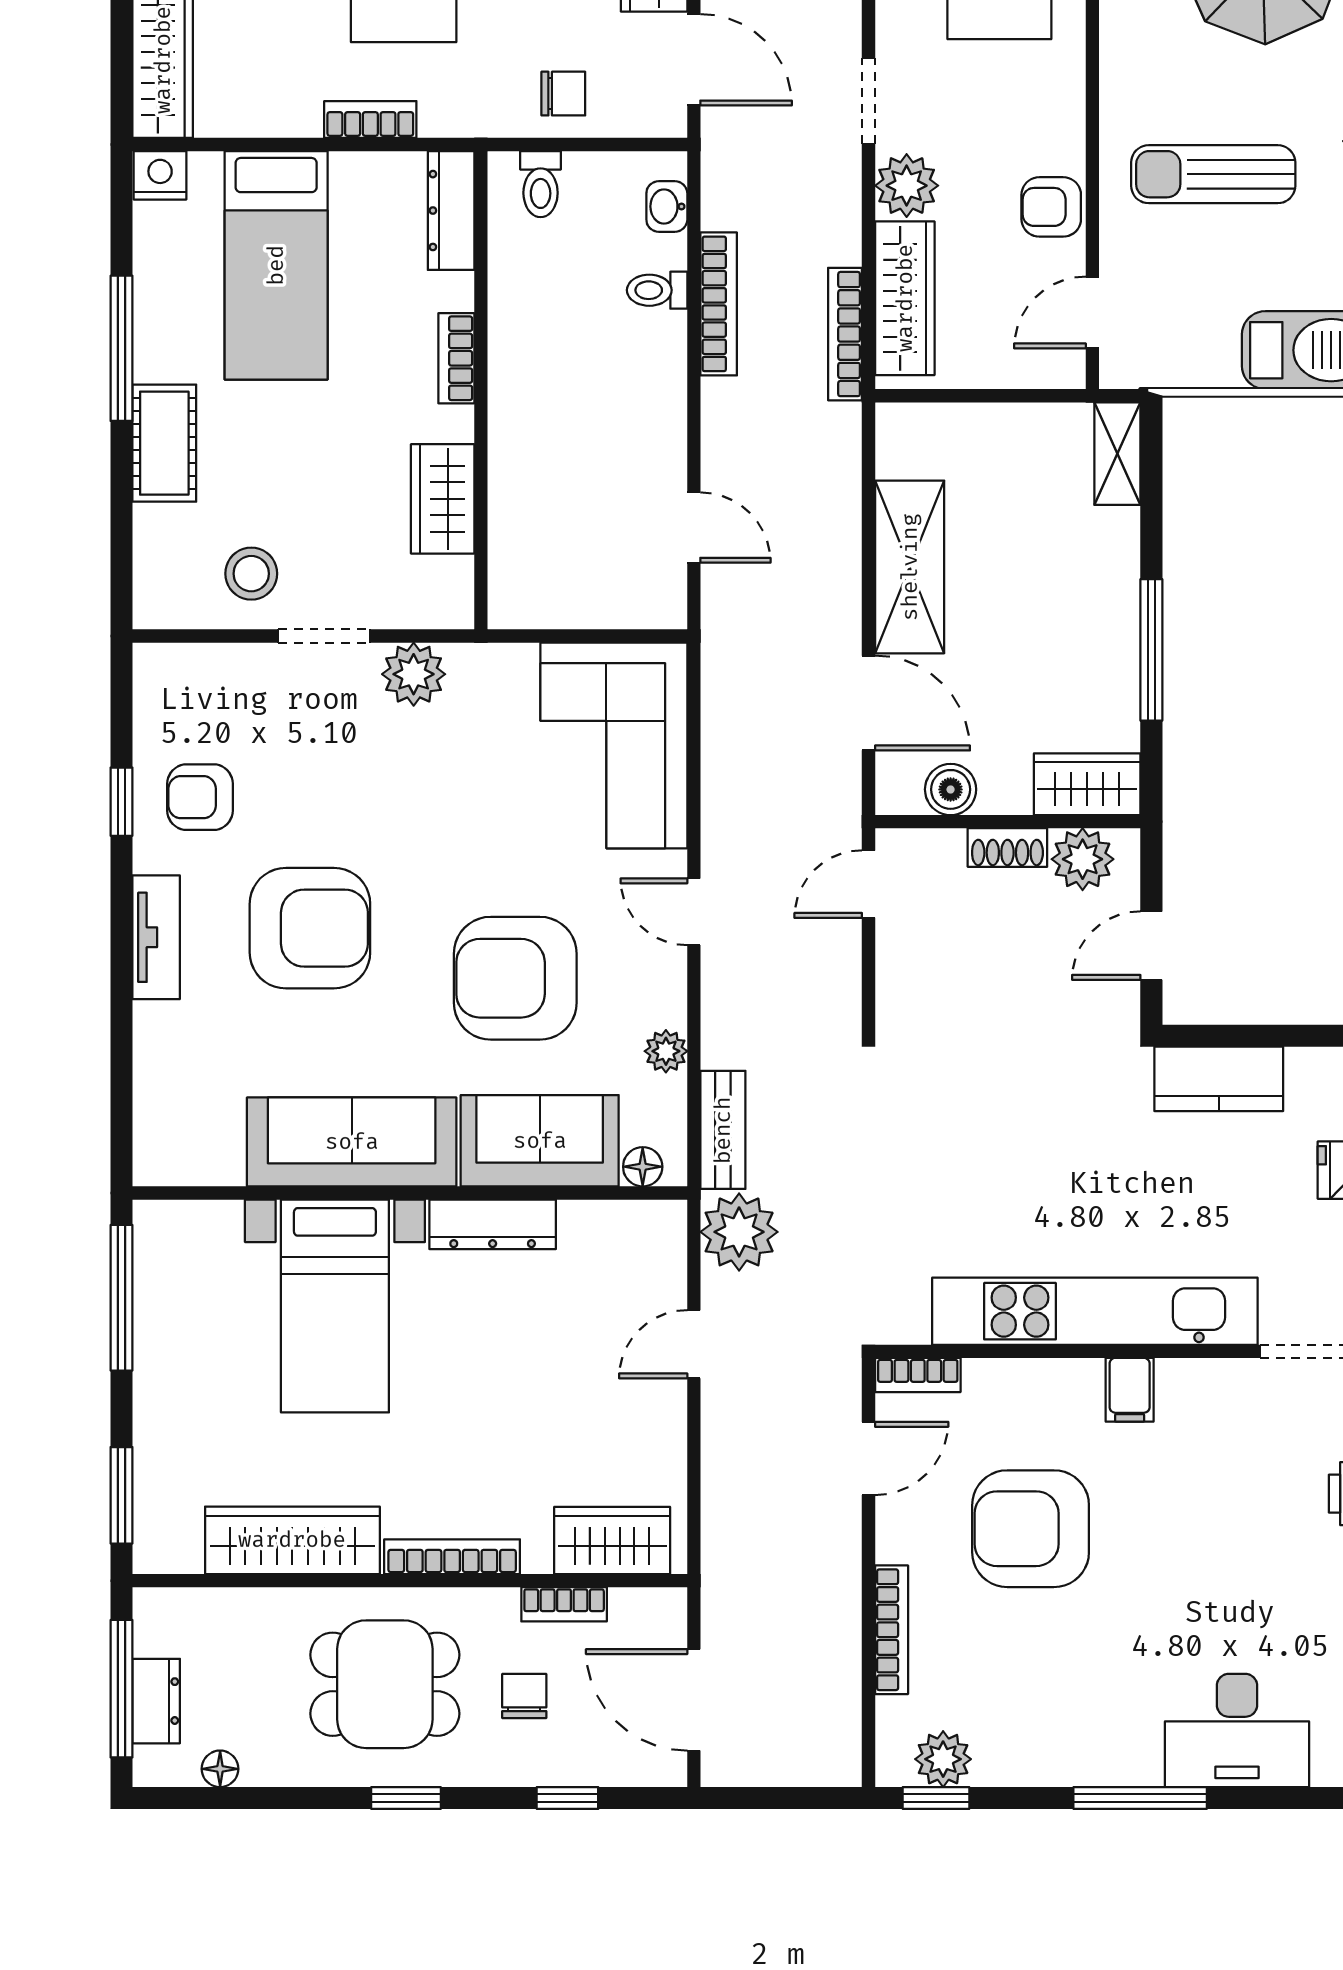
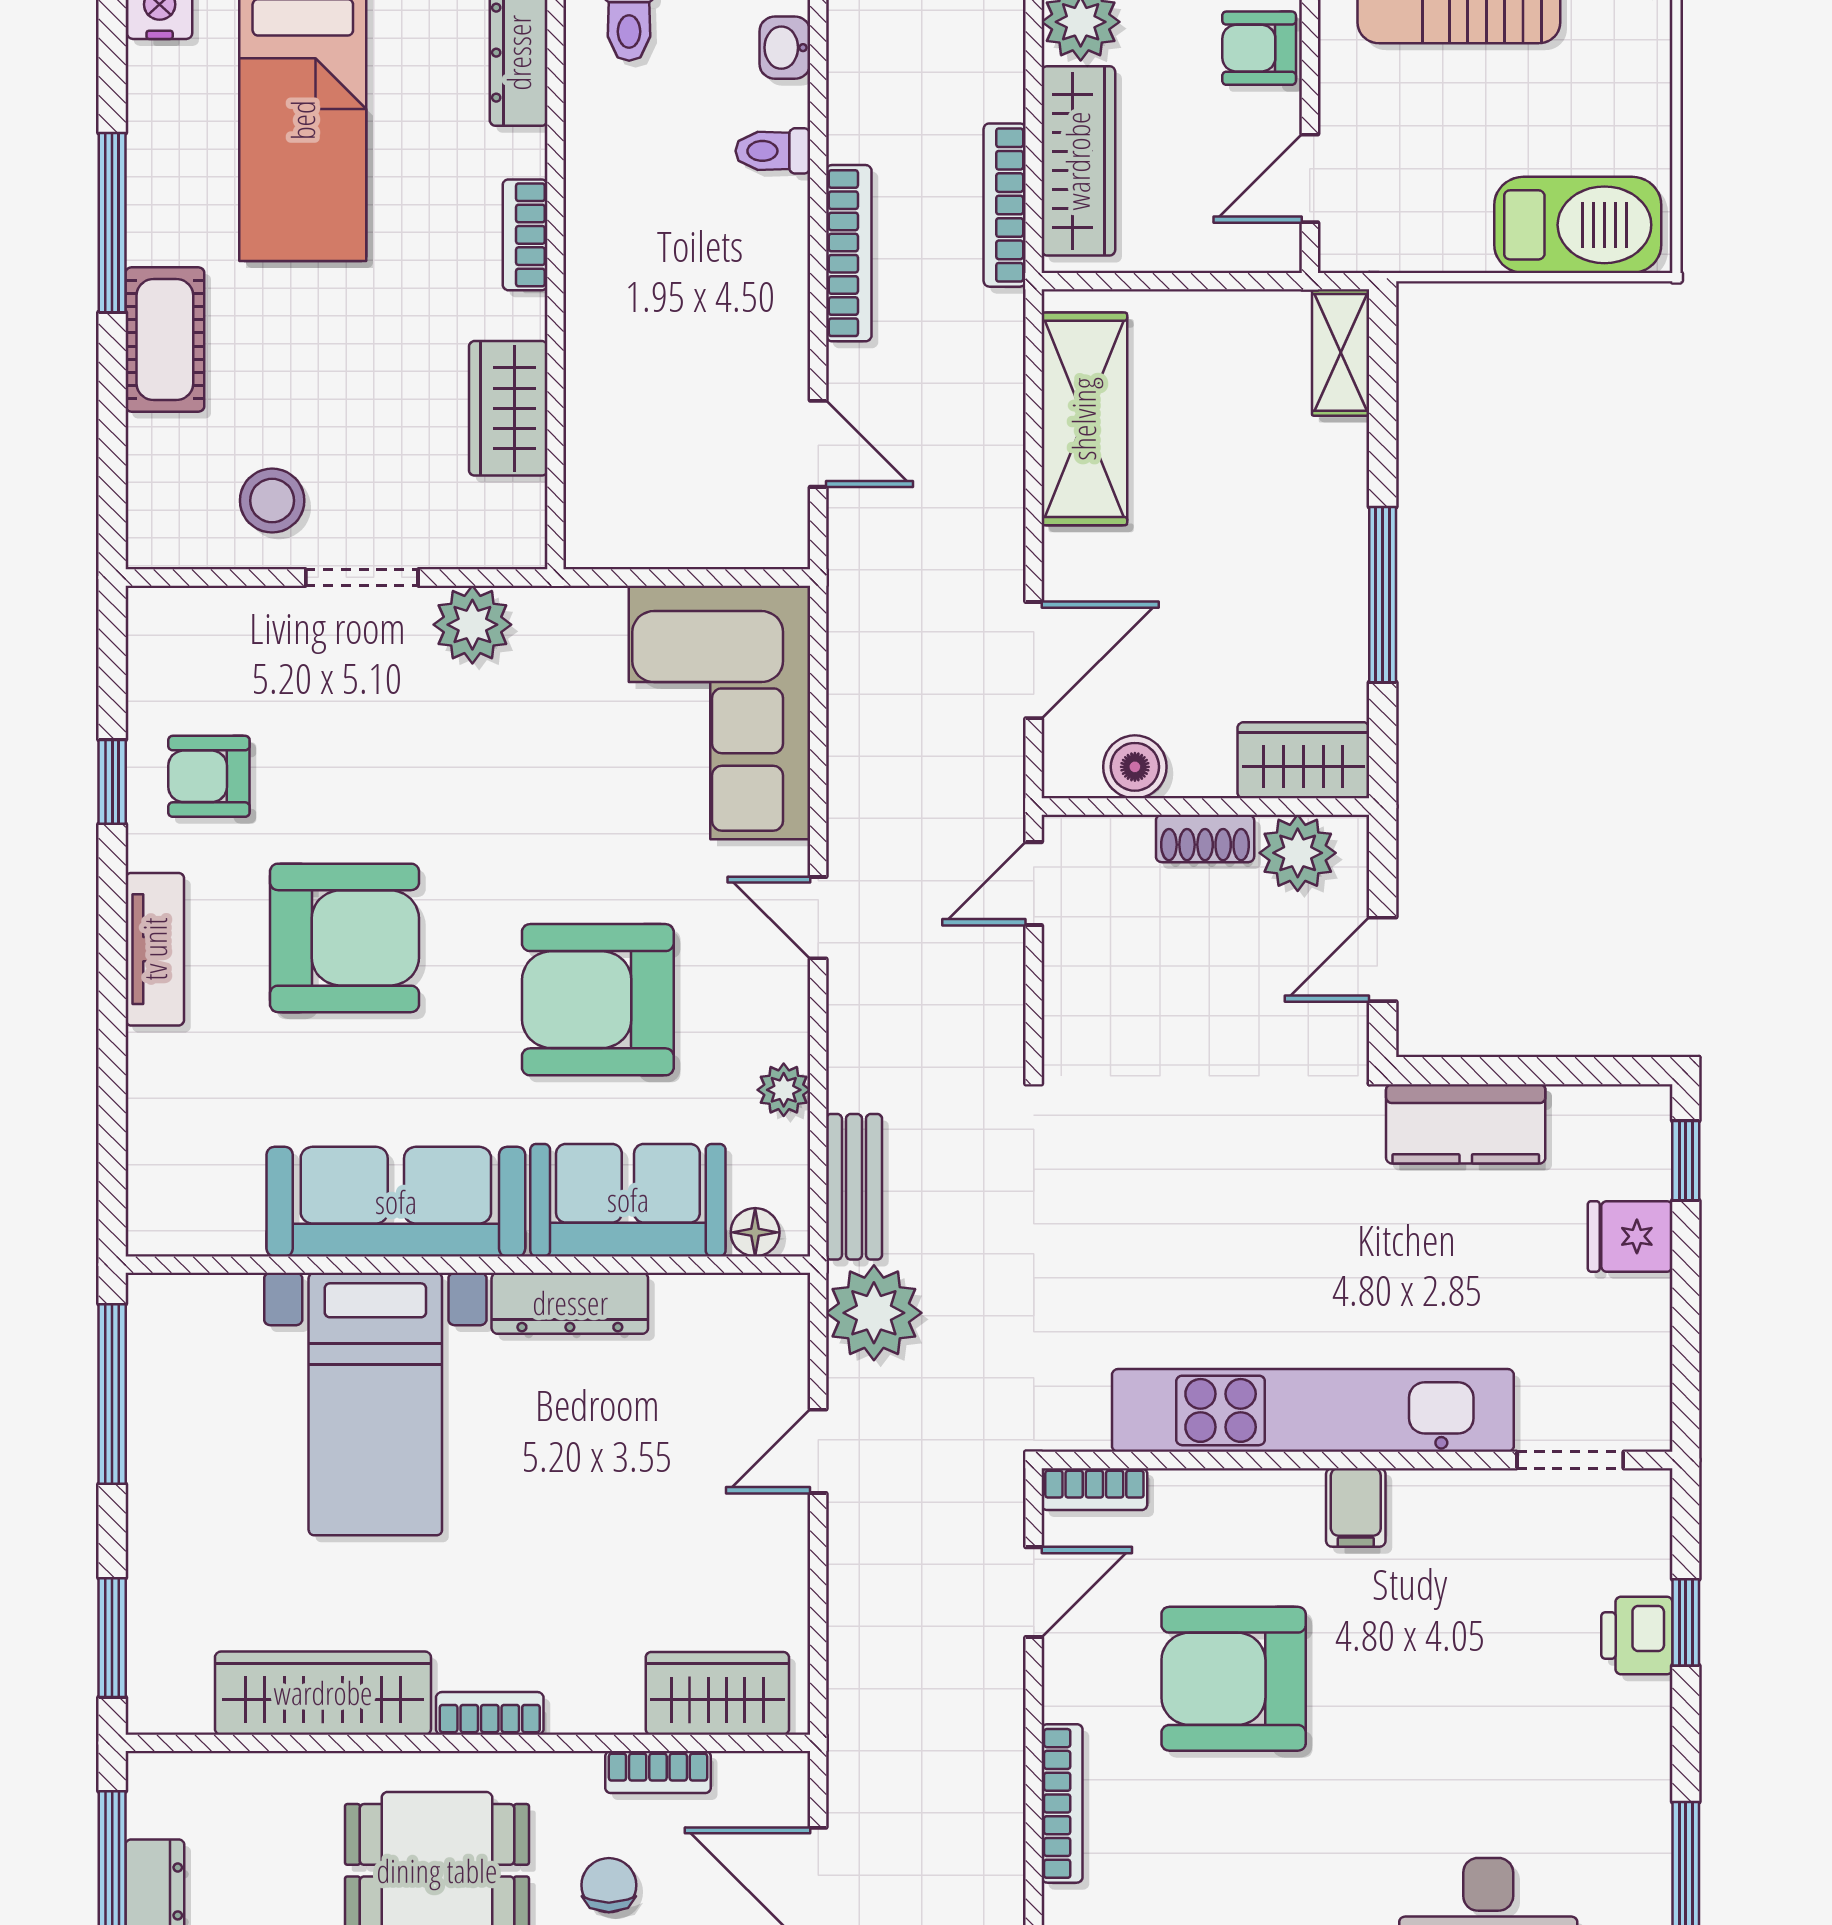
bookcase: (719, 304) -> (849, 253), moved
shelving: (910, 567) -> (1084, 419), moved
door: (869, 703) -> (1034, 660), hinge flipped
bookcase: (452, 1557) -> (490, 1713), width x0.64

